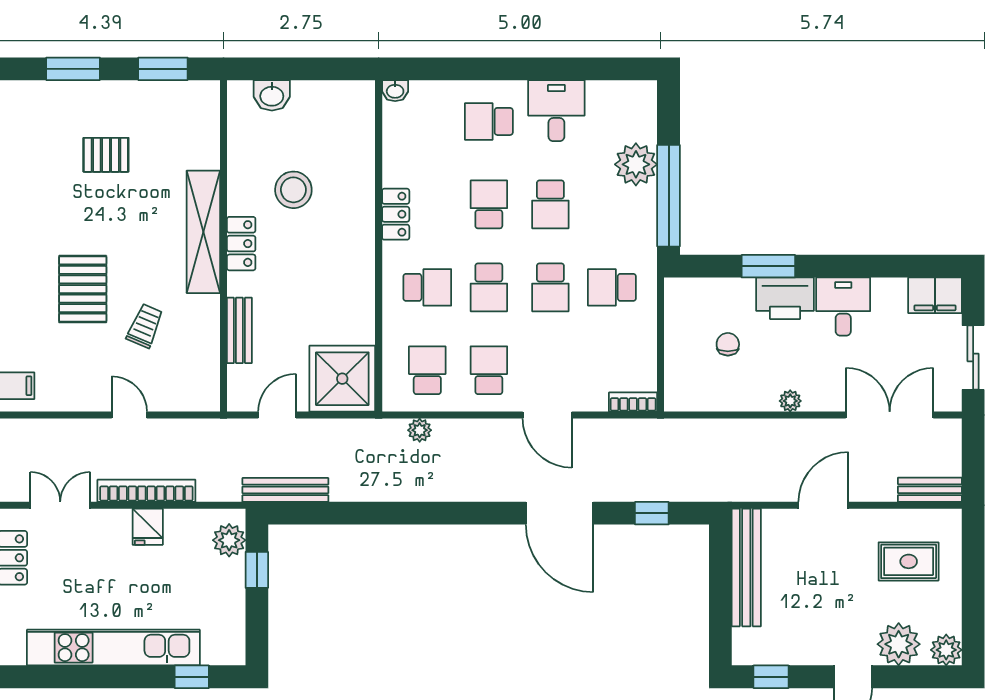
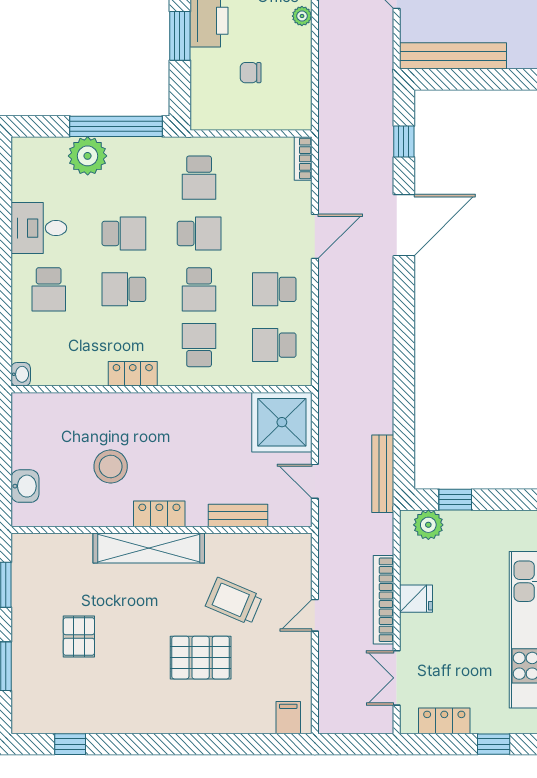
school desk: (489, 287) -> (199, 289), turned 90
trolley: (145, 326) -> (234, 601), width x1.36, depth x1.39
plant: (420, 430) -> (329, 352), removed

